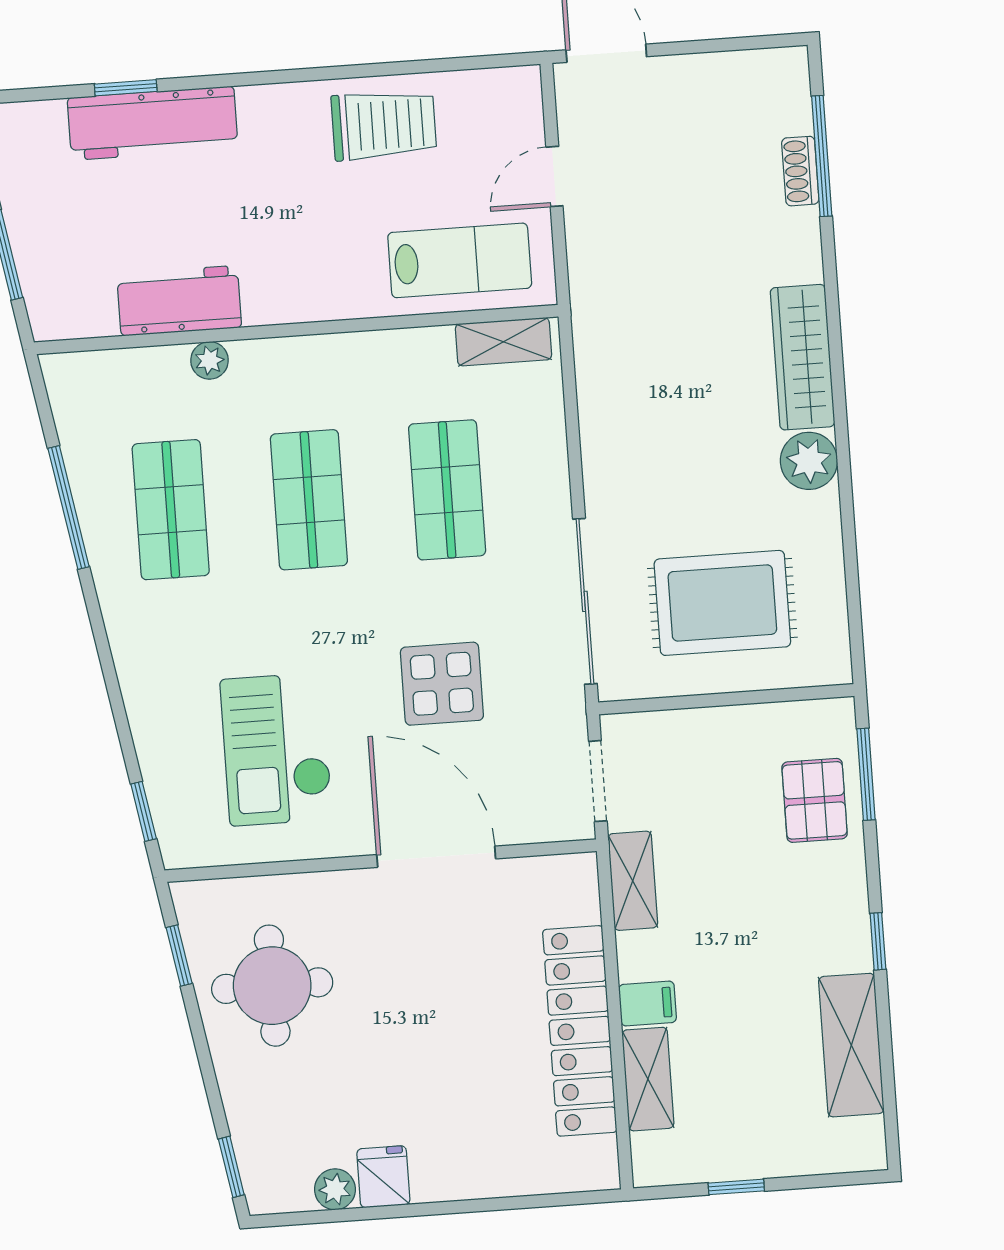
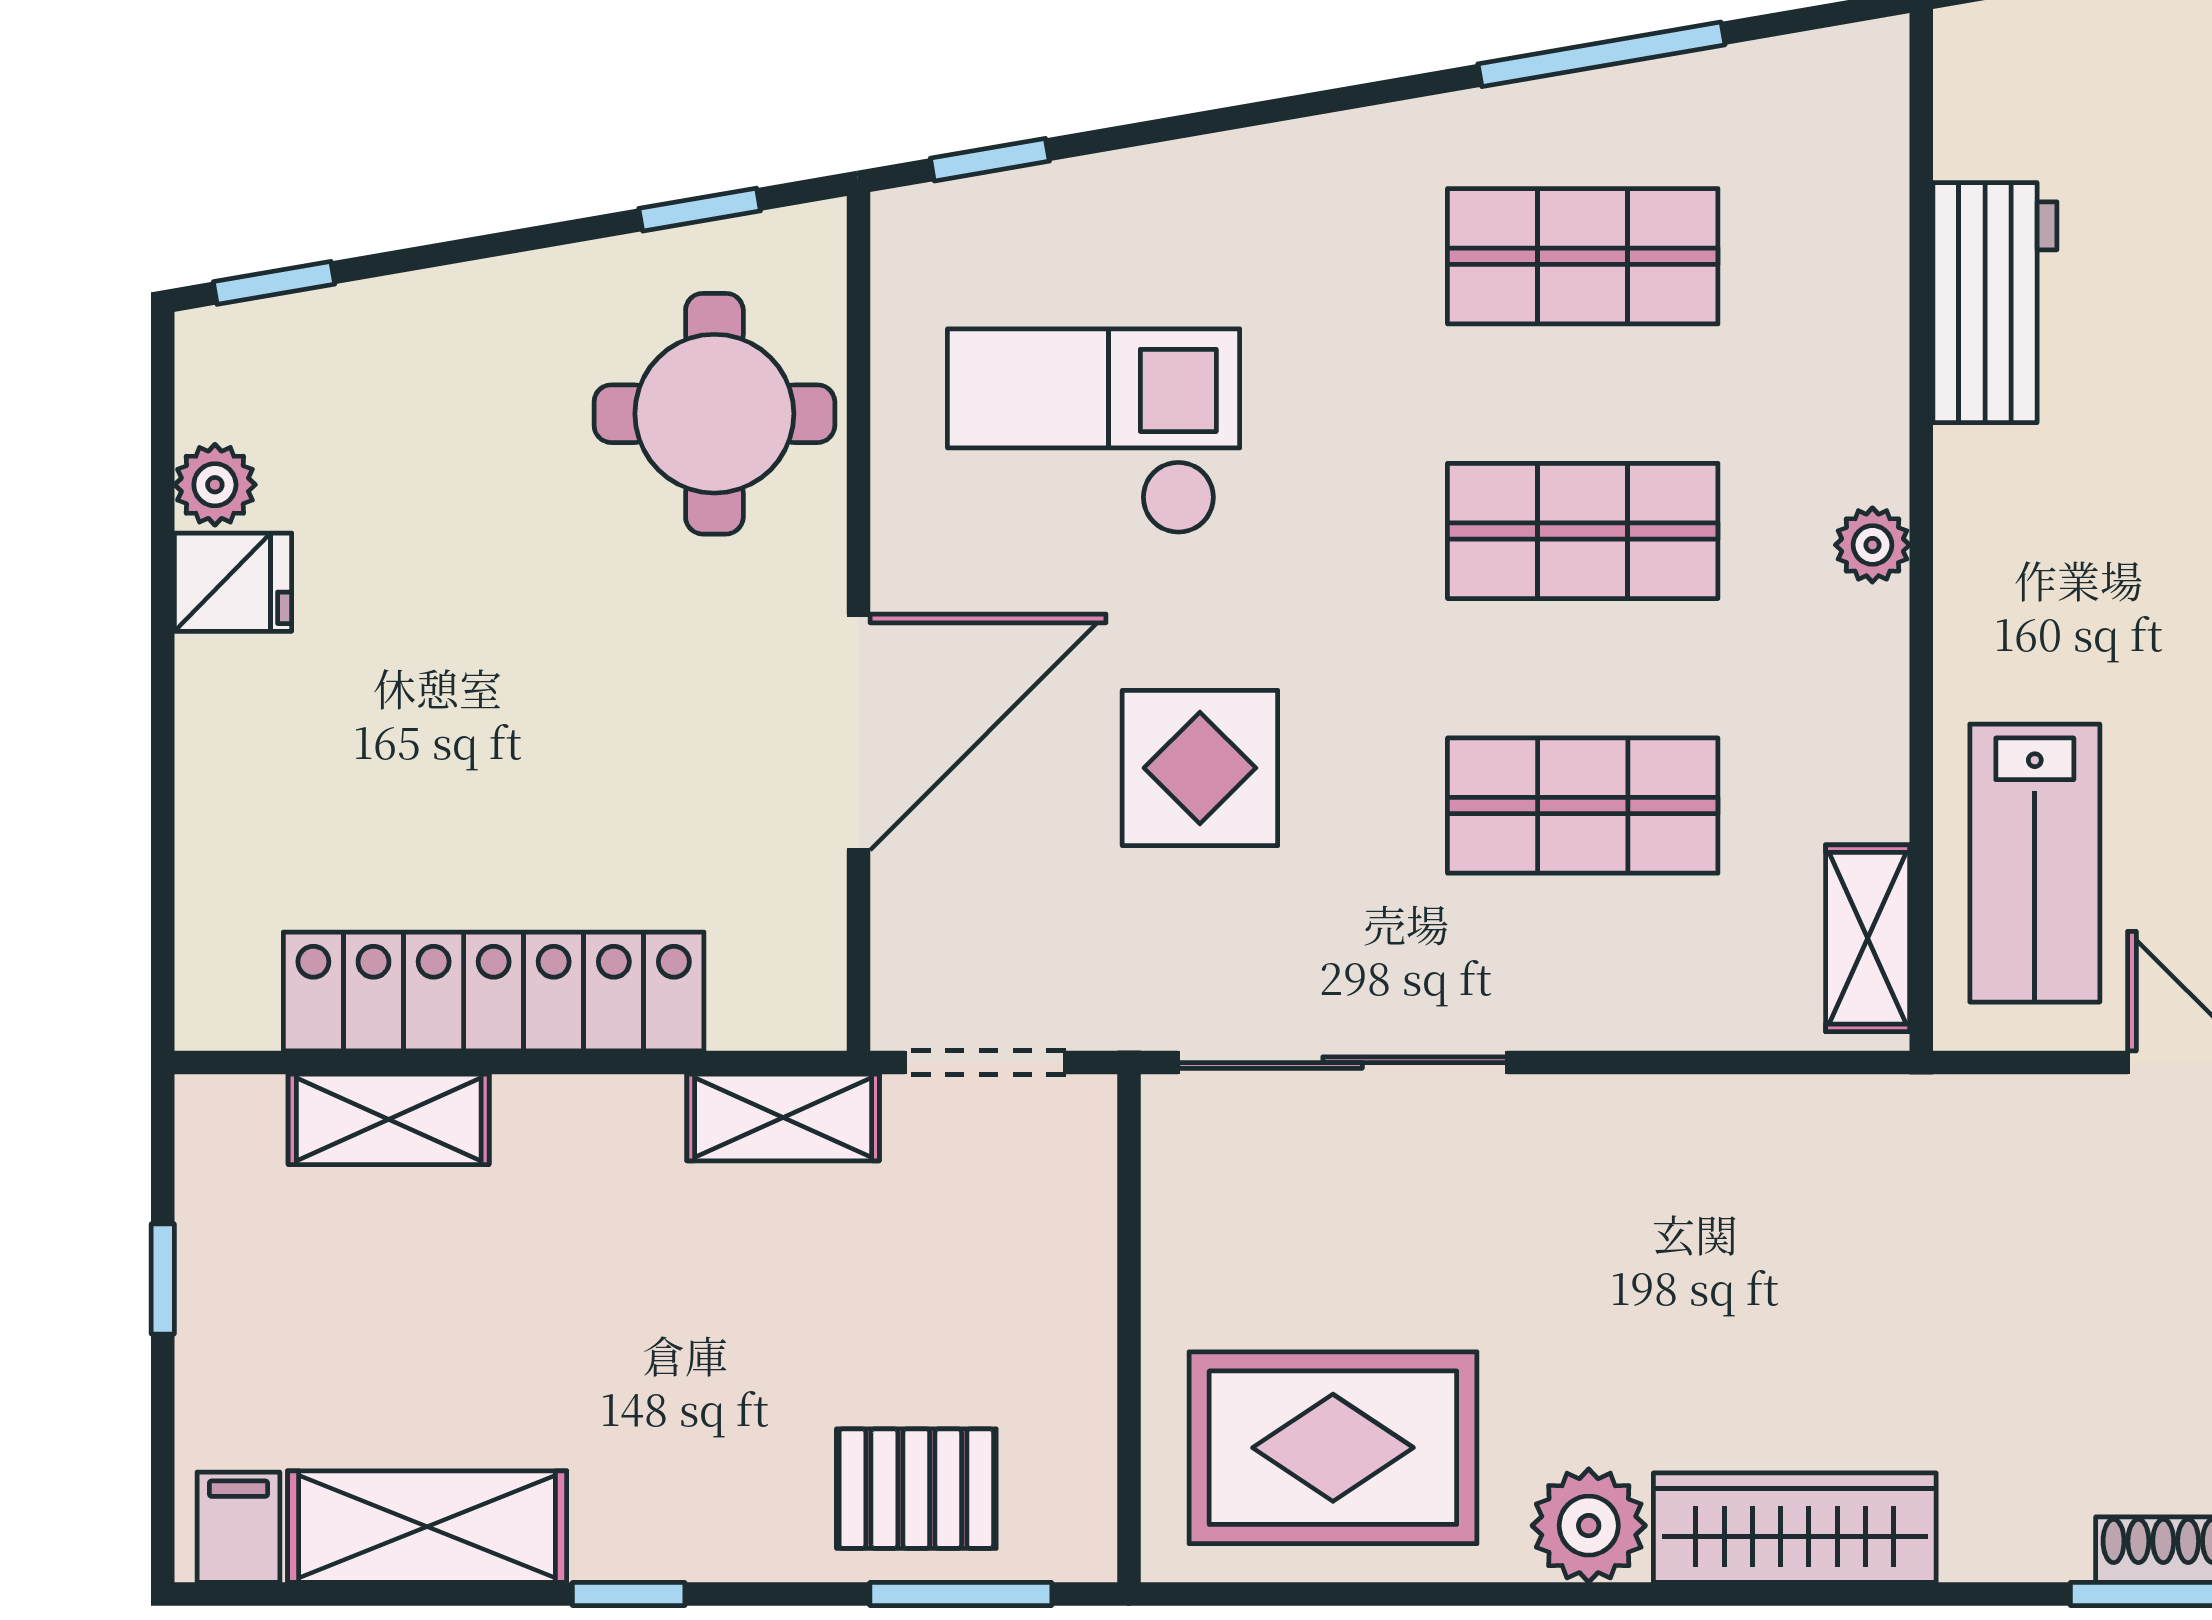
plant: (209, 360) -> (1872, 545), moved
rug: (722, 603) -> (1333, 1448), moved, turned 90
round table: (272, 986) -> (714, 414), moved
filing cabinet: (648, 1003) -> (238, 1527), moved, turned 180

